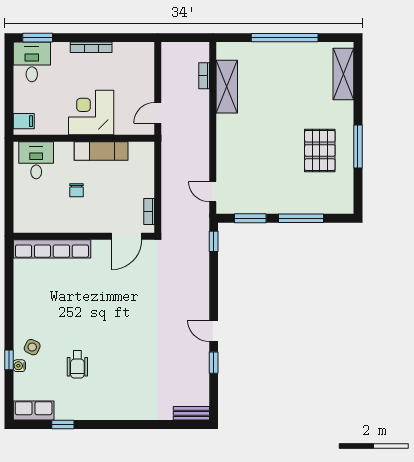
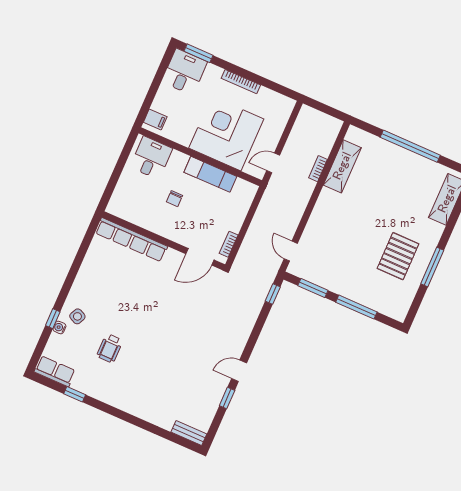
bookcase: (204, 76) -> (318, 169), moved
corner desk: (91, 112) -> (226, 134), width x1.36, depth x1.36
door: (214, 331) -> (239, 371), hinge flipped

